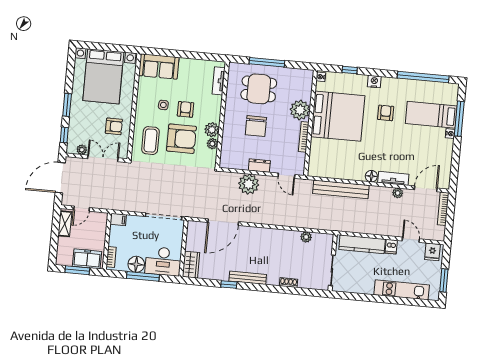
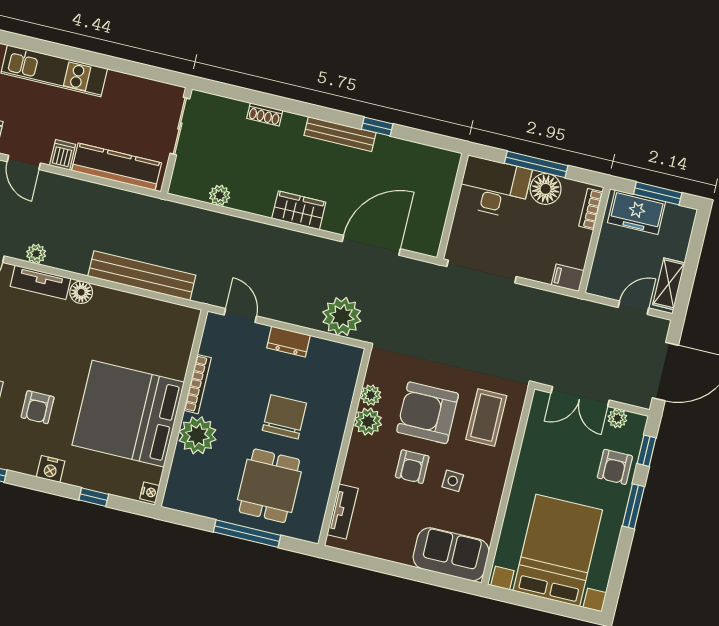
dining table: (259, 89) -> (269, 486), turned 90
armchair: (114, 126) -> (615, 467), moved, turned -90
plant: (249, 184) -> (342, 317), moved
wardrobe: (191, 265) -> (299, 210), moved, turned 90

